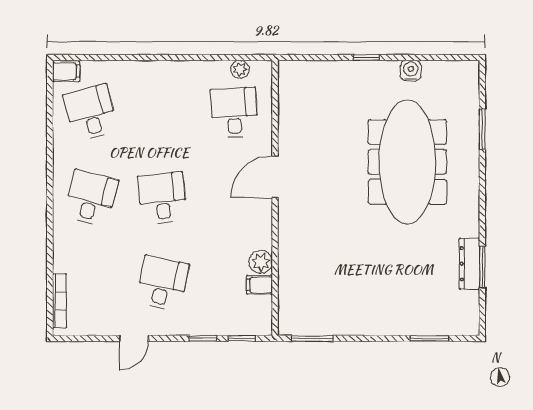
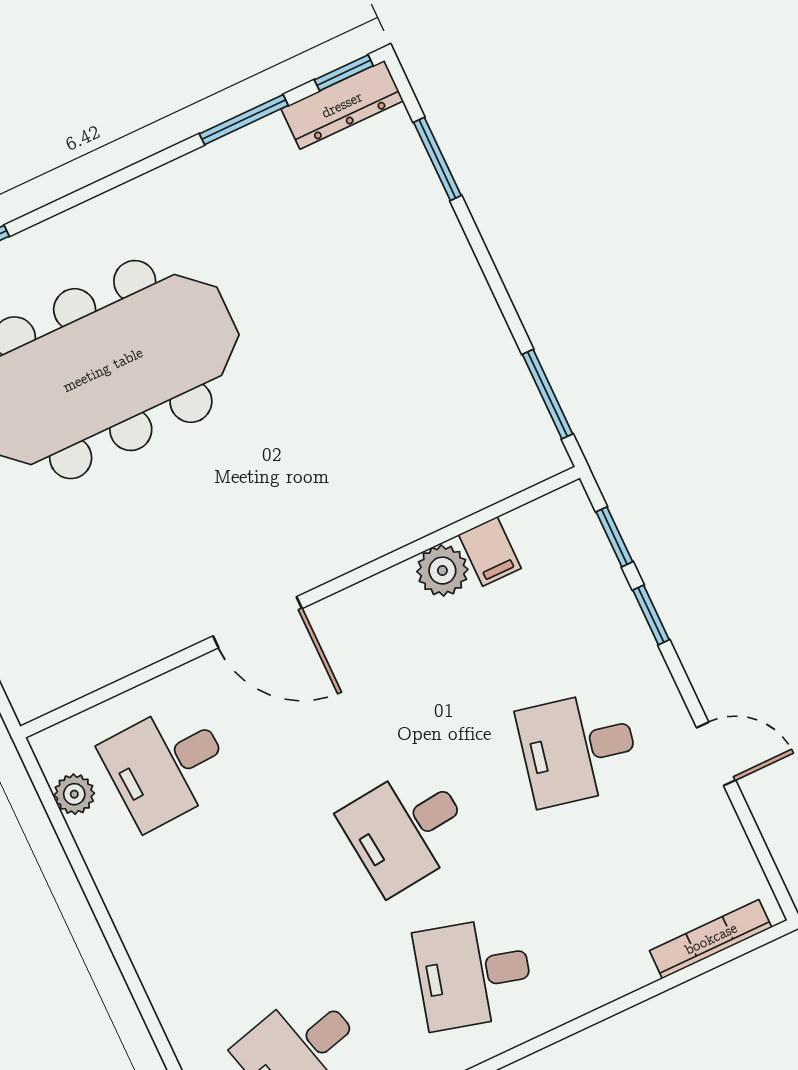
dresser: (469, 264) -> (342, 105), moved
window: (482, 317) -> (344, 73), added

